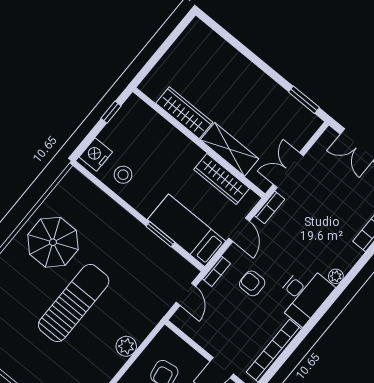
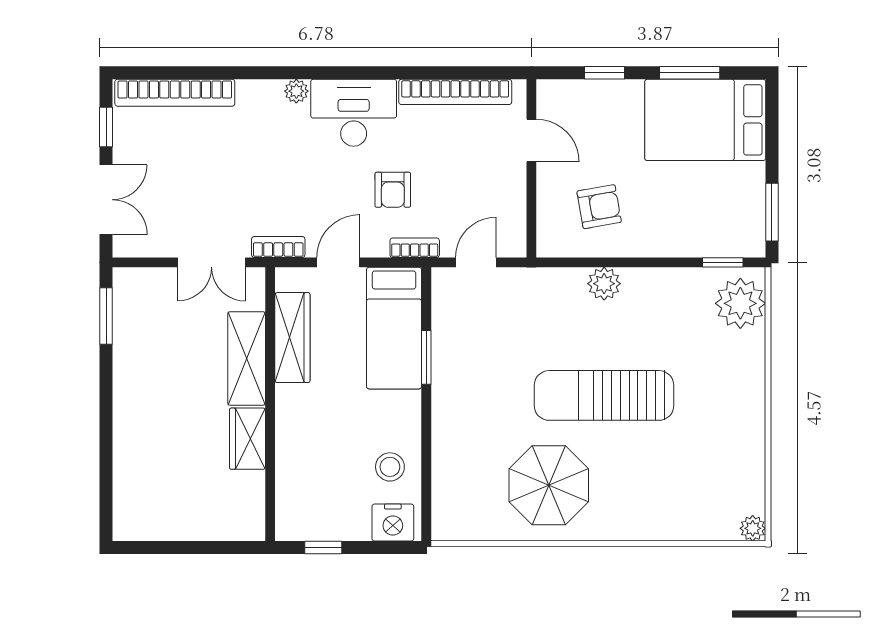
wardrobe: (184, 113) -> (247, 439), width x0.67

